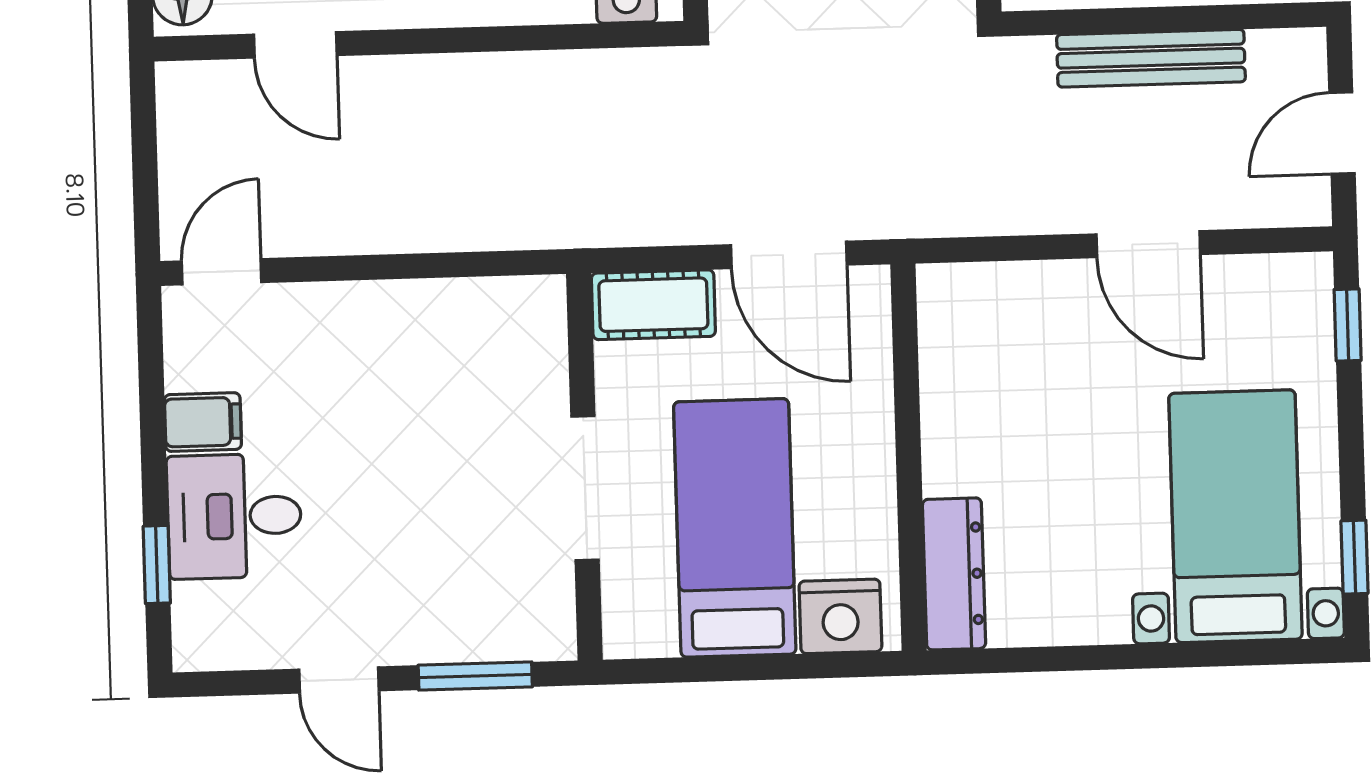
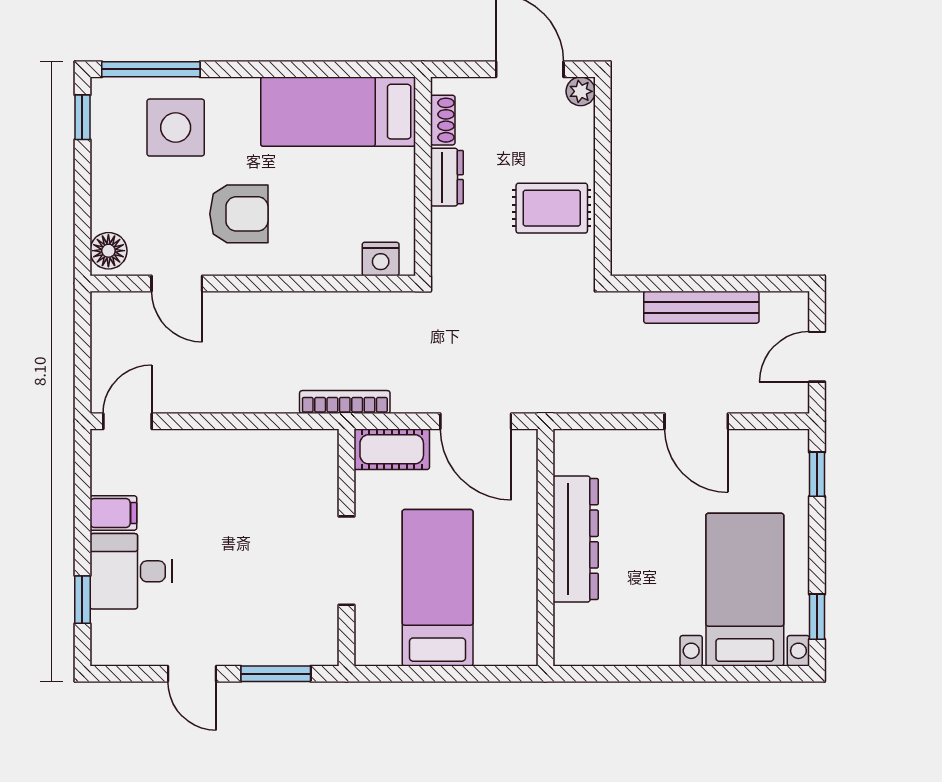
bookcase: (575, 230) -> (345, 402), added
dresser: (954, 574) -> (576, 539), moved, width x1.37, depth x1.24
nightstand: (840, 616) -> (501, 644), removed

